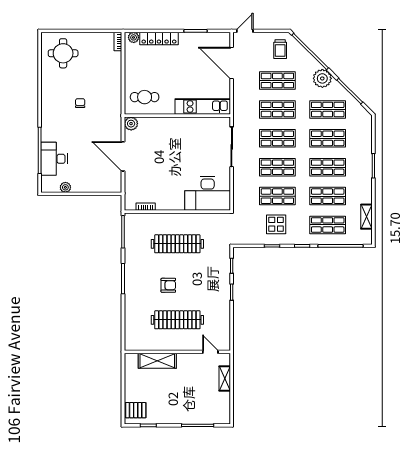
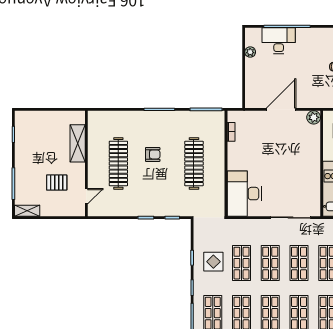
armchair: (168, 285) -> (153, 154), turned -90
shelving: (225, 378) -> (27, 211), moved
pallet: (136, 410) -> (57, 183), moved, turned 90

